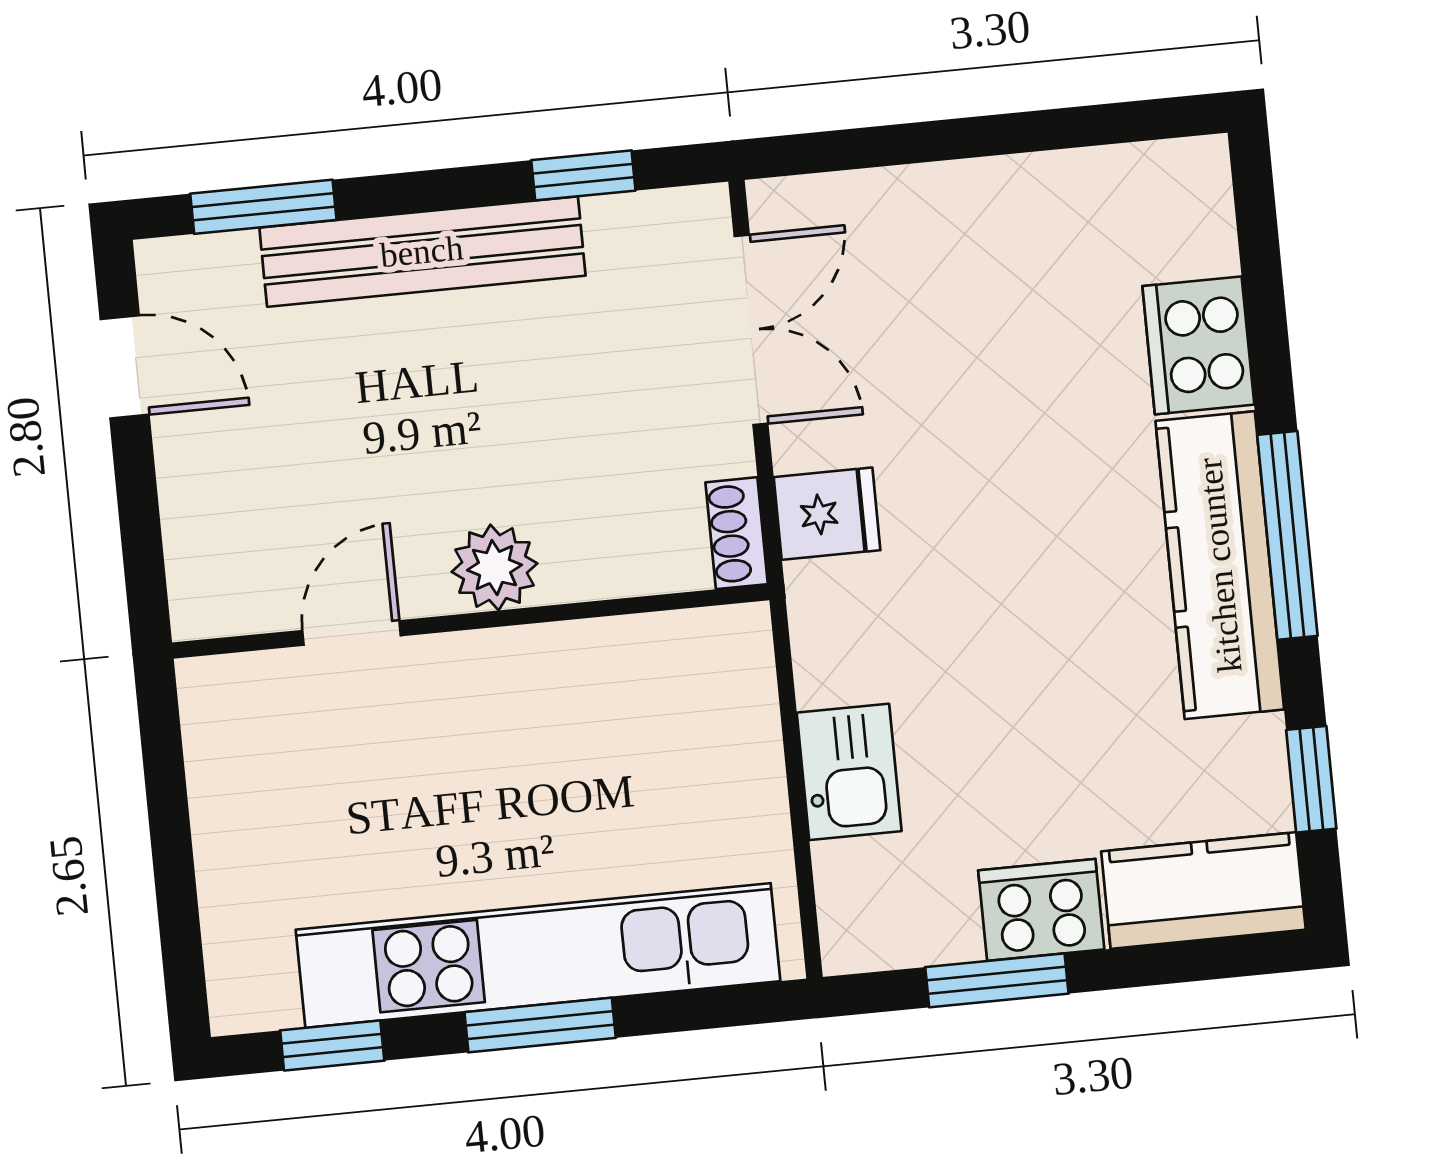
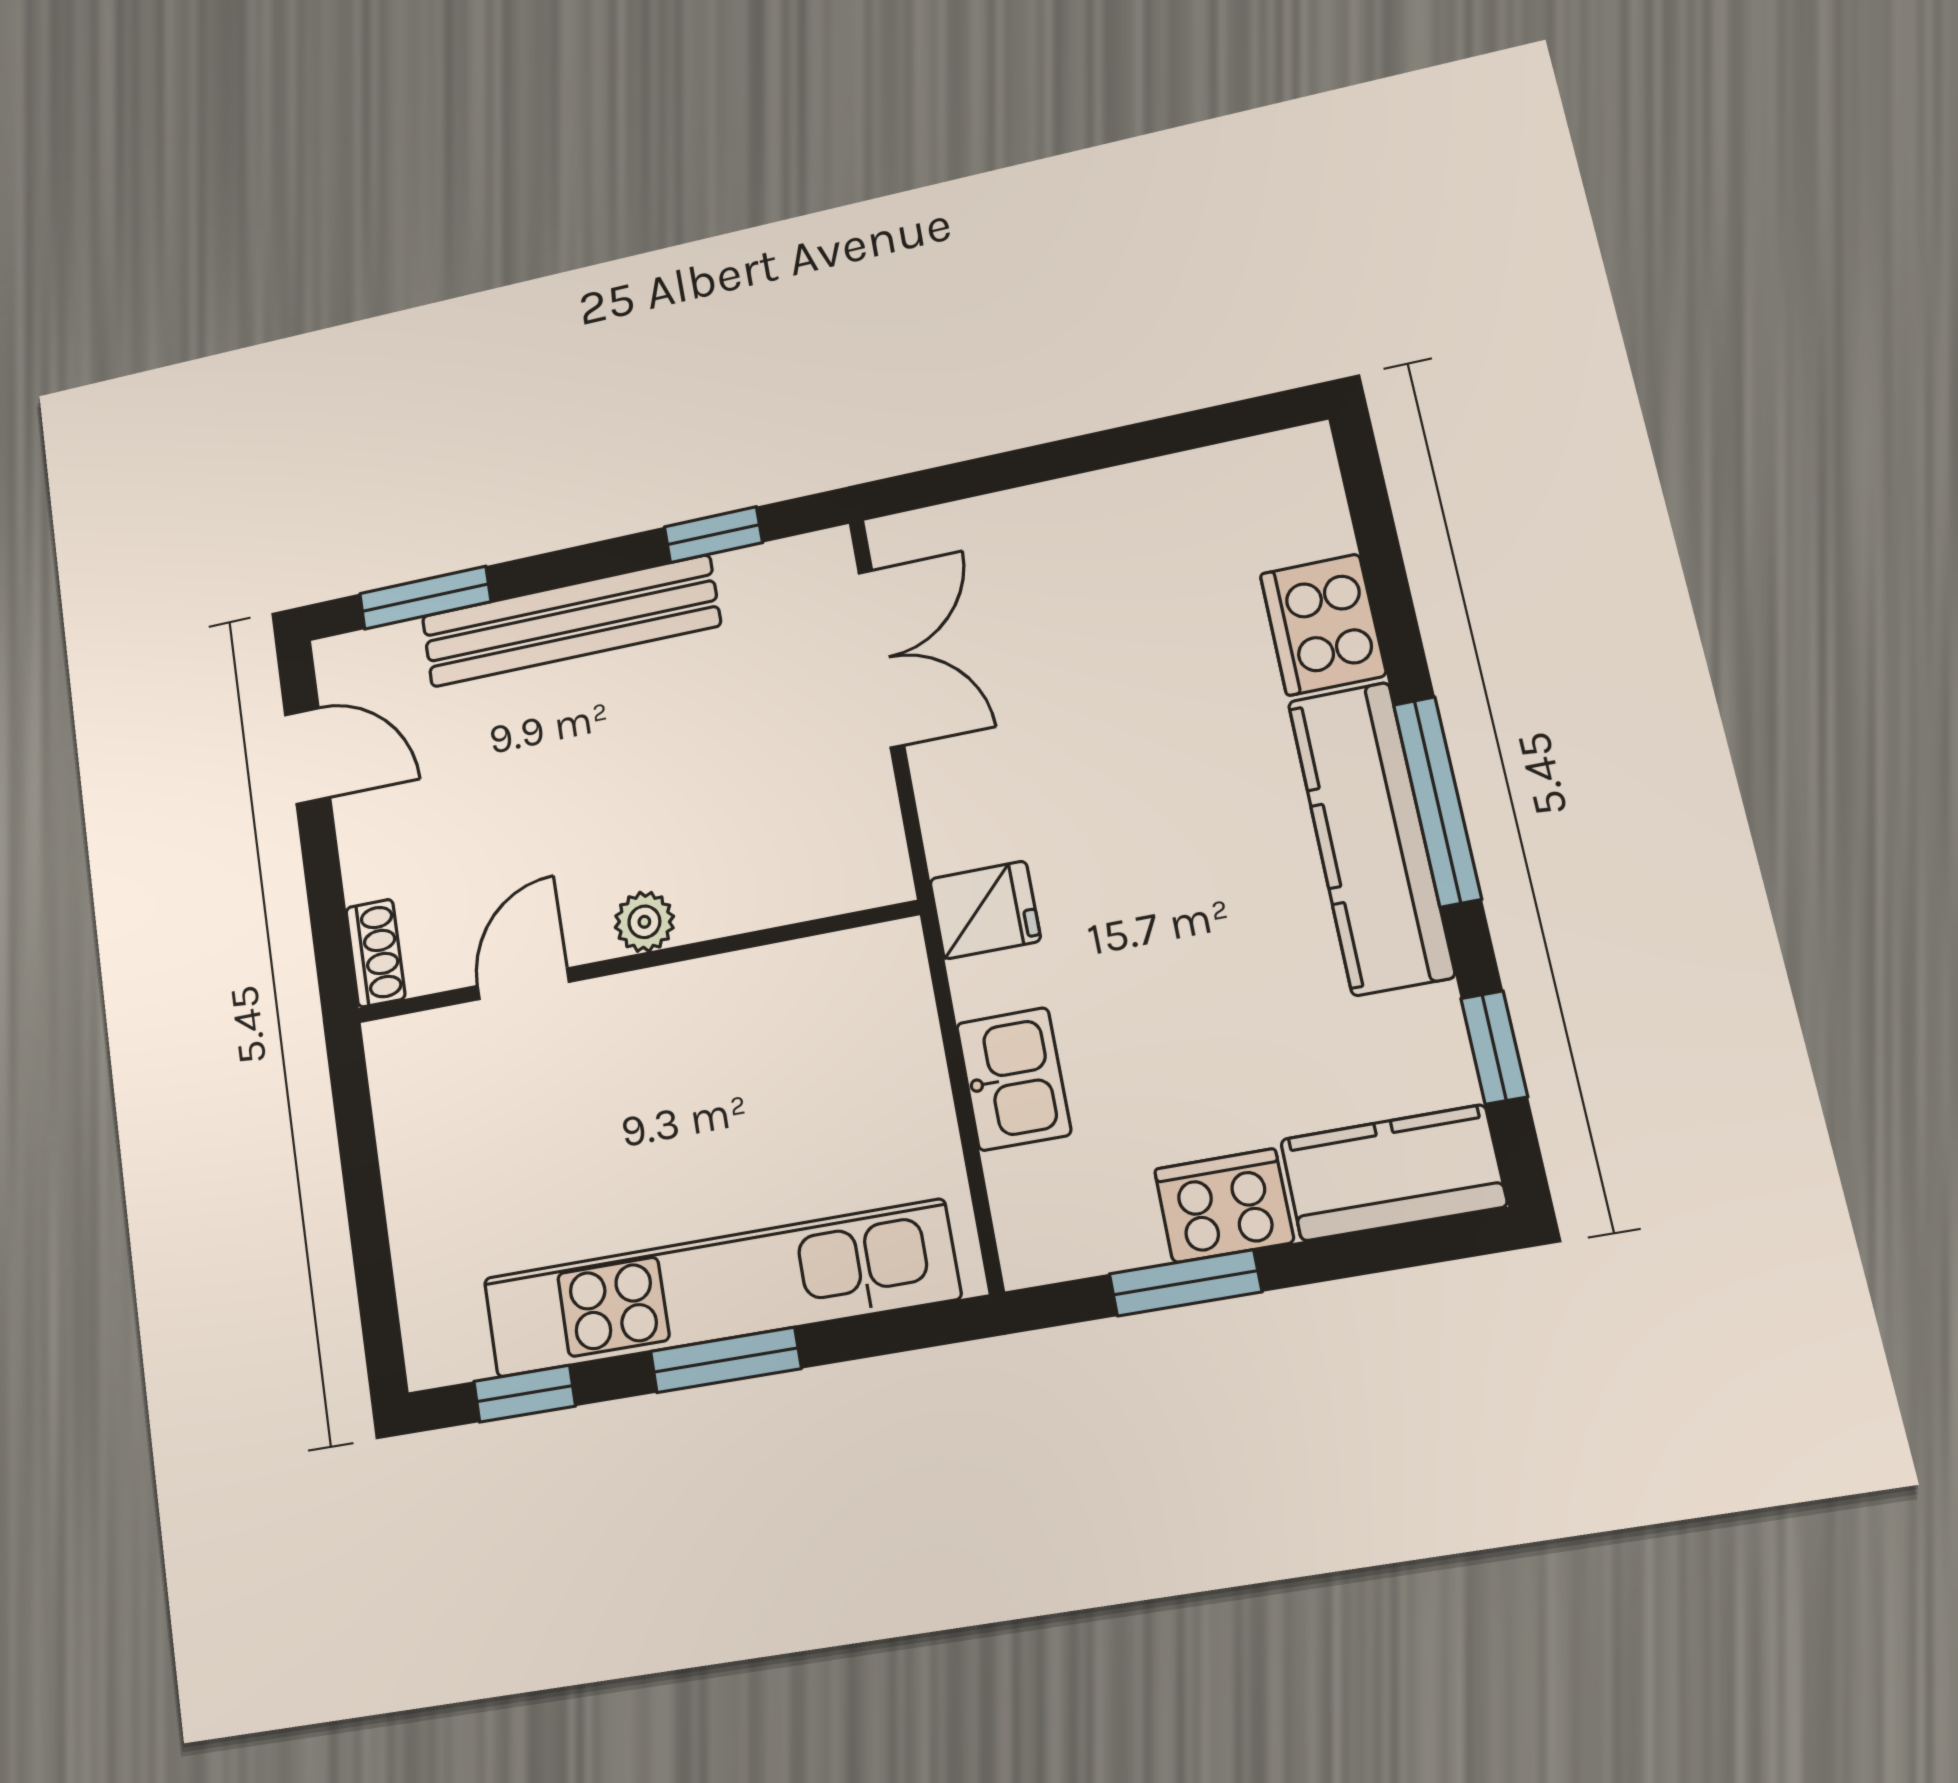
fridge: (827, 514) -> (985, 910), moved
shoe rack: (737, 533) -> (375, 953), moved, turned 180
plant: (494, 568) -> (644, 922), width x0.73, depth x0.73

